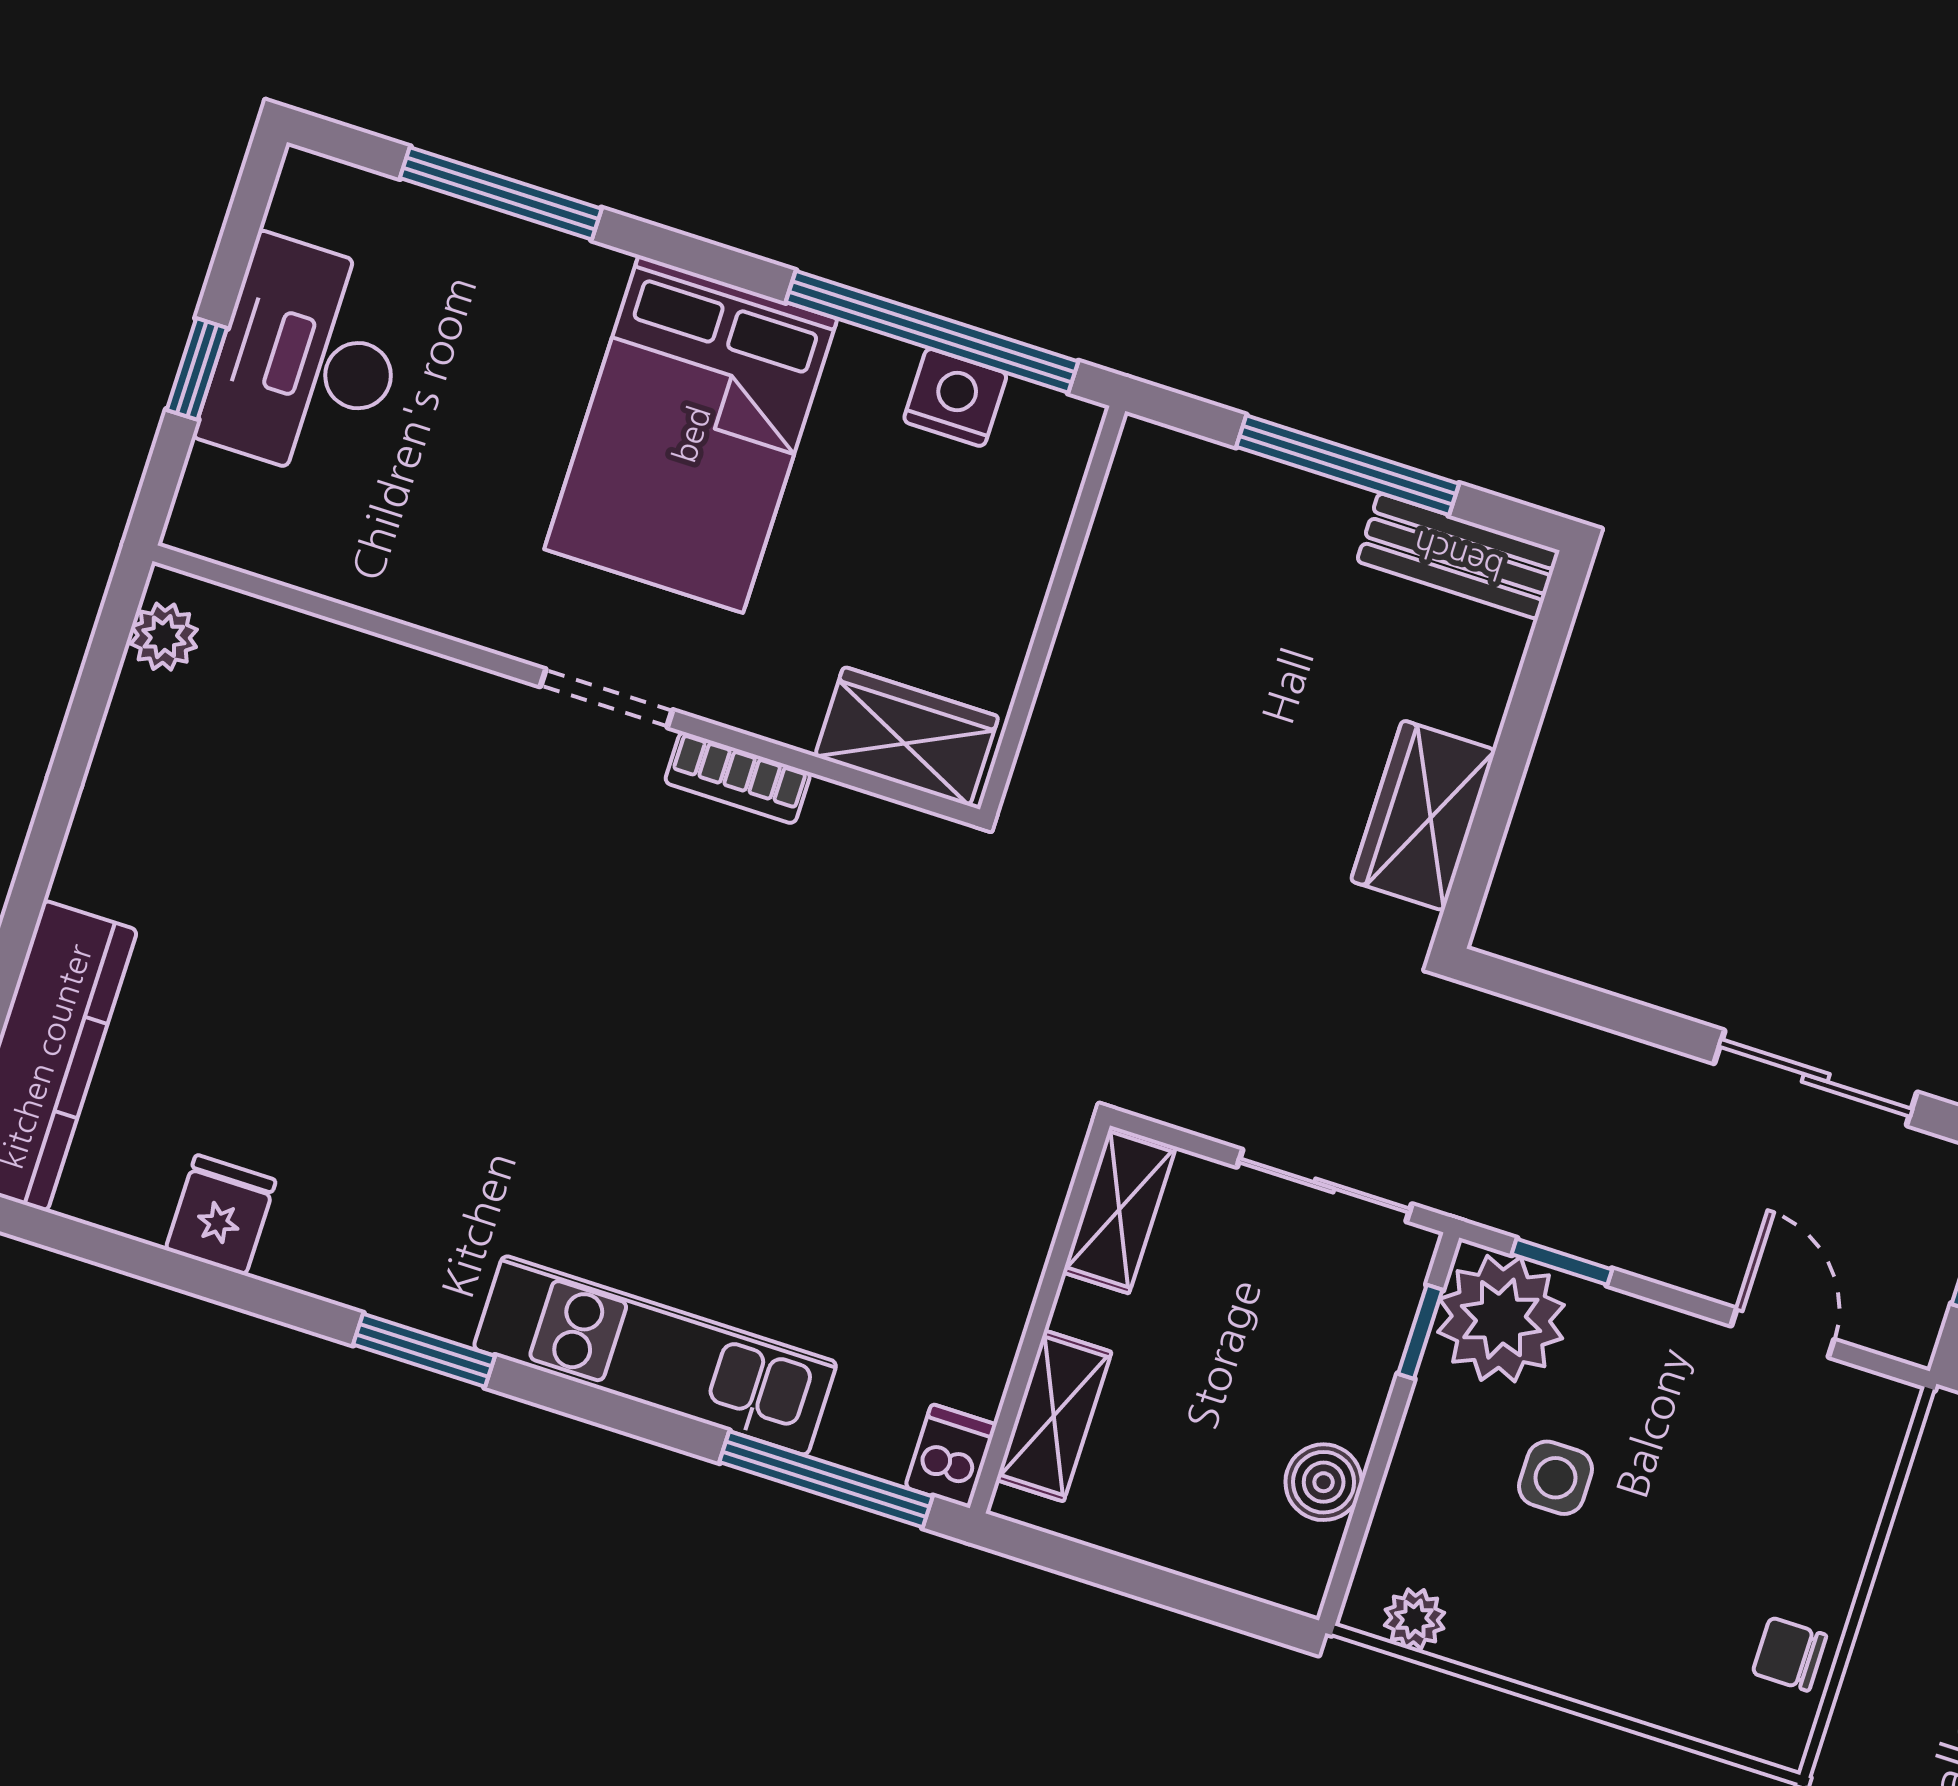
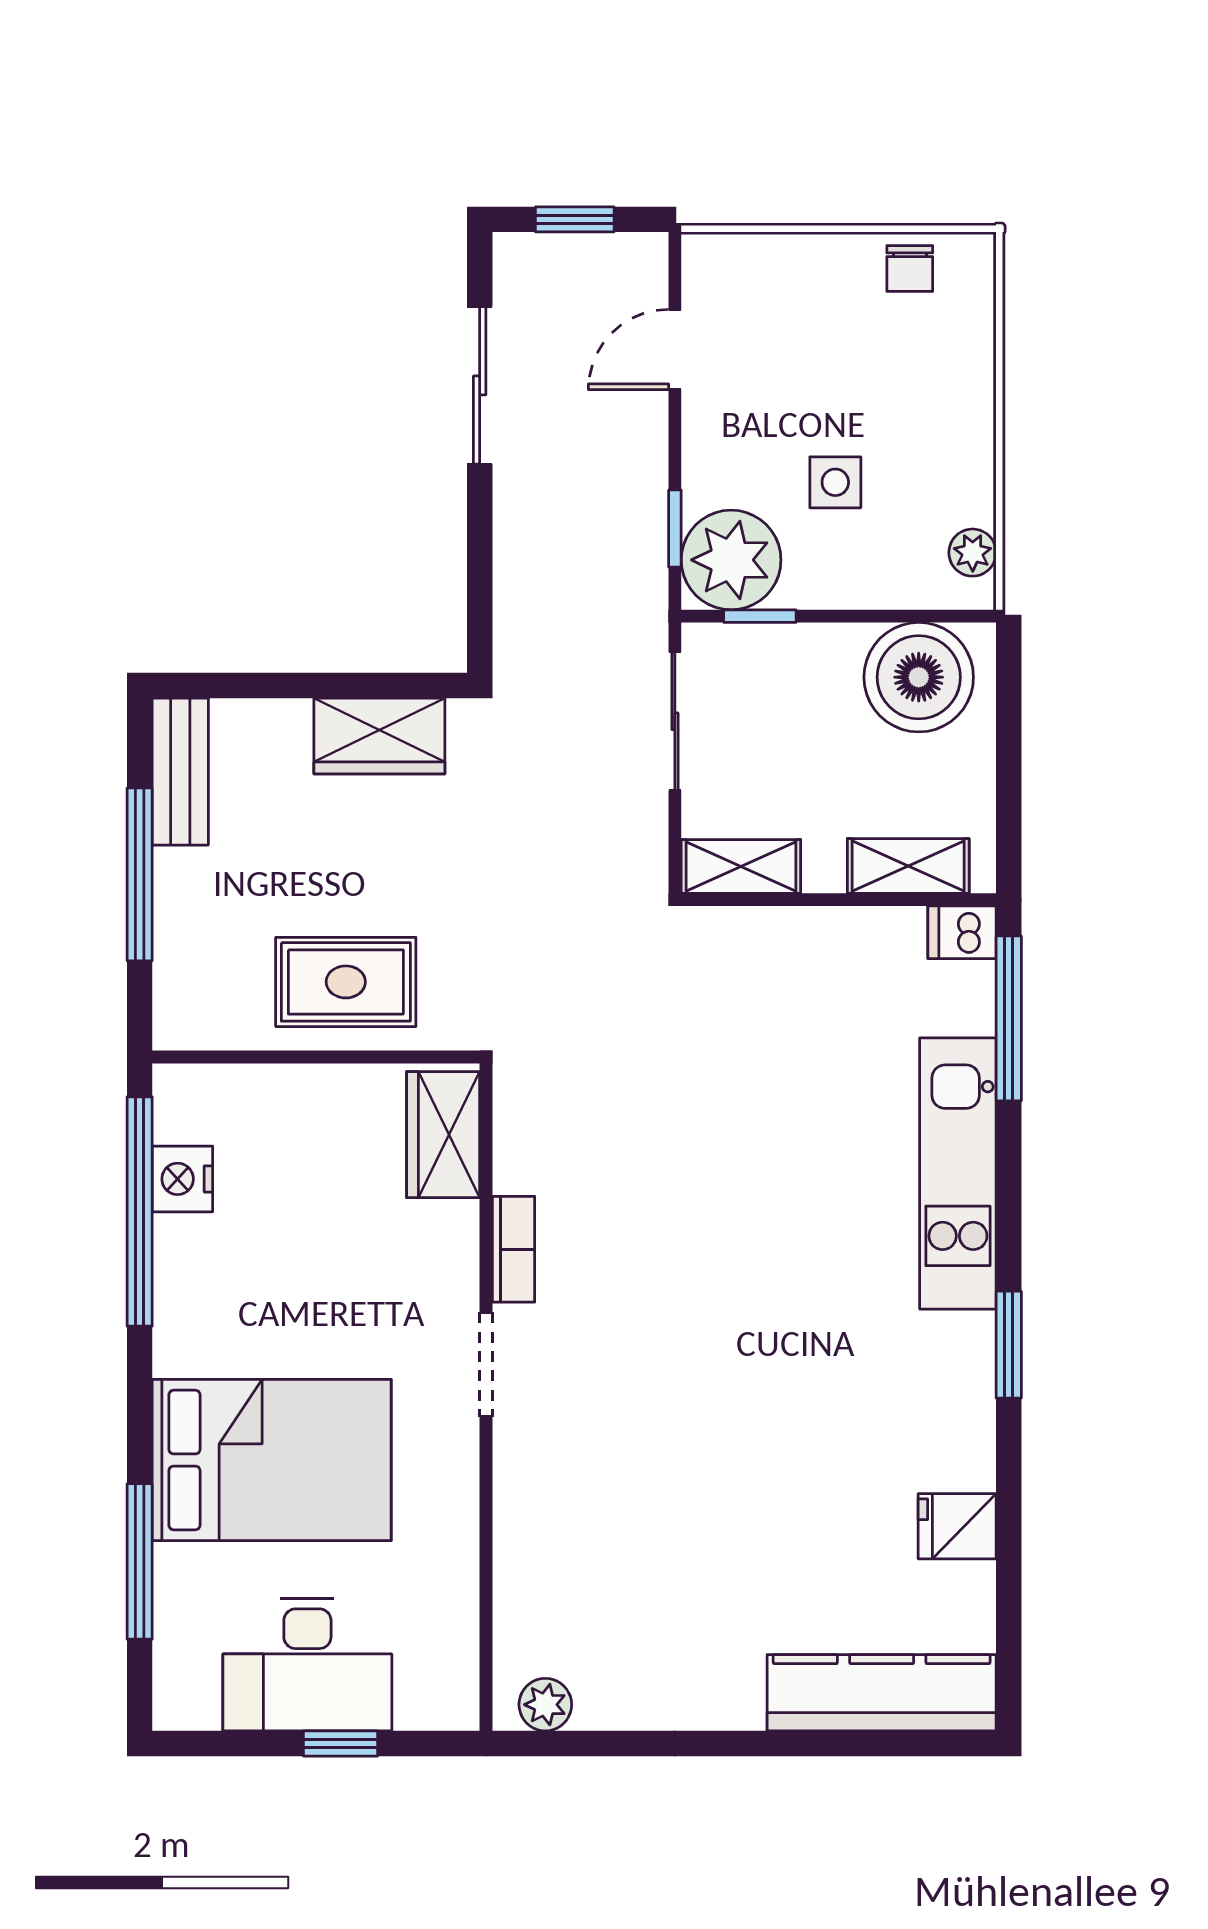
bed: (691, 434) -> (272, 1460), moved
rug: (1133, 677) -> (346, 982), added
boiler: (1324, 1482) -> (919, 677), width x1.86, depth x1.86

